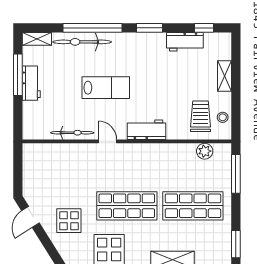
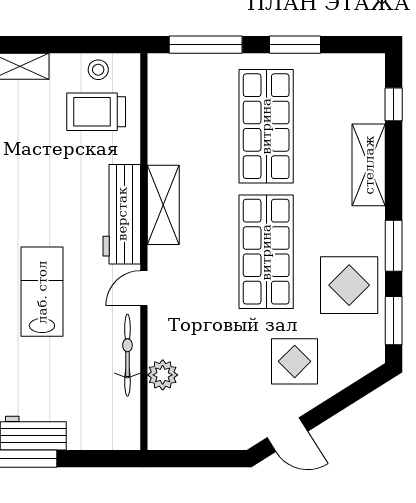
workbench: (147, 130) -> (122, 214), width x1.38
plant: (205, 151) -> (163, 375), moved
shelving: (151, 152) -> (163, 205), added
window: (236, 244) -> (295, 45), moved

